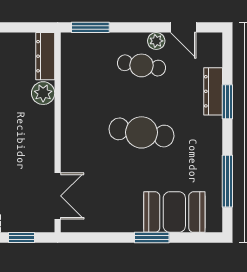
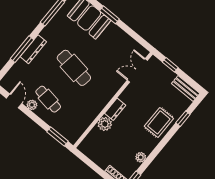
dresser: (45, 56) -> (115, 109), moved, width x0.70
dresser: (213, 91) -> (33, 49), moved
window: (227, 102) -> (22, 49), width x1.44

